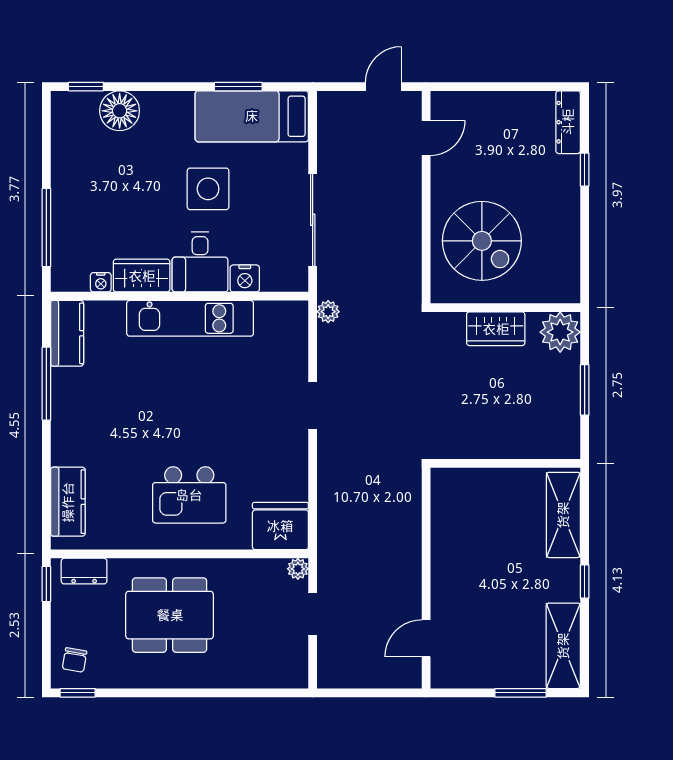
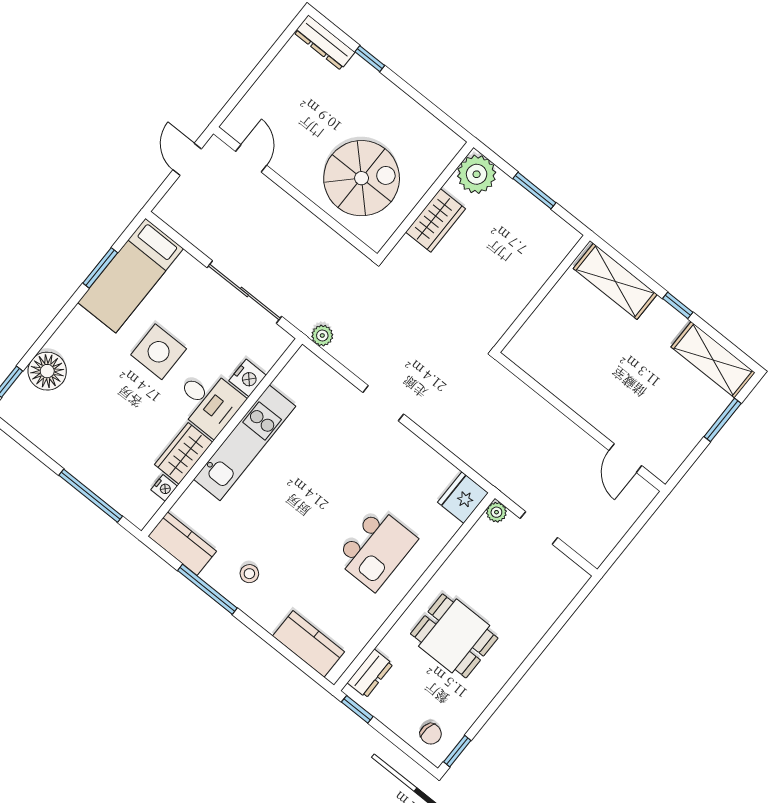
stool: (87, 408) -> (249, 574), added
fridge: (280, 526) -> (463, 498), width x0.73, depth x0.75
dining table: (170, 615) -> (454, 636), width x0.73

